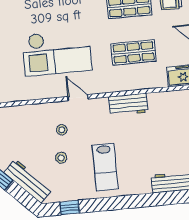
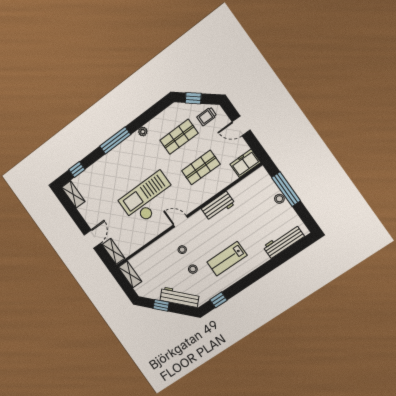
checkout: (57, 53) -> (148, 199), turned 180
lab bench: (105, 167) -> (227, 259), turned 90

